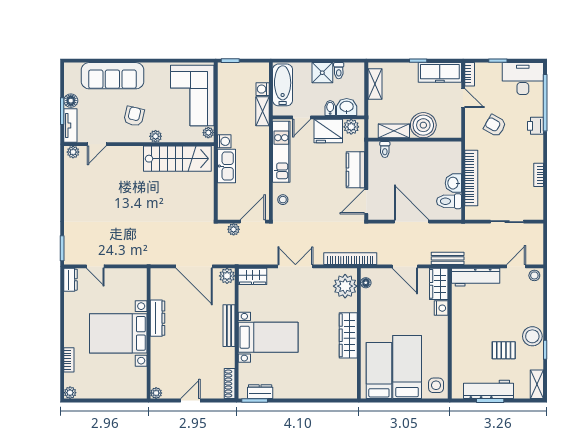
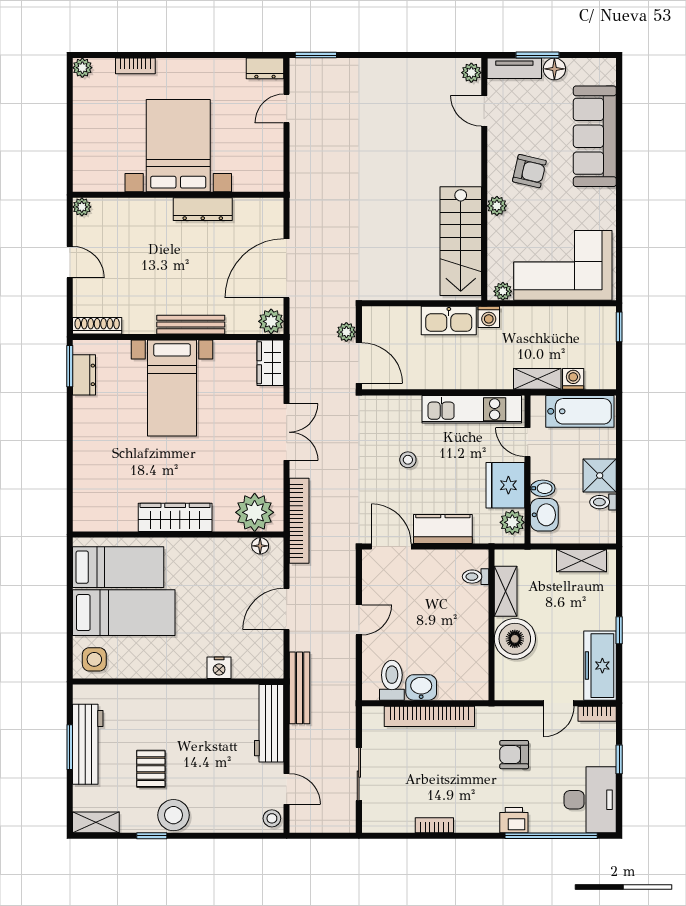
armchair: (495, 126) -> (514, 755), turned -120
stool: (283, 200) -> (408, 460), moved
door: (412, 222) -> (359, 620), width x0.53
bench: (448, 258) -> (300, 688), width x1.36
wardrobe: (439, 284) -> (258, 664), removed

